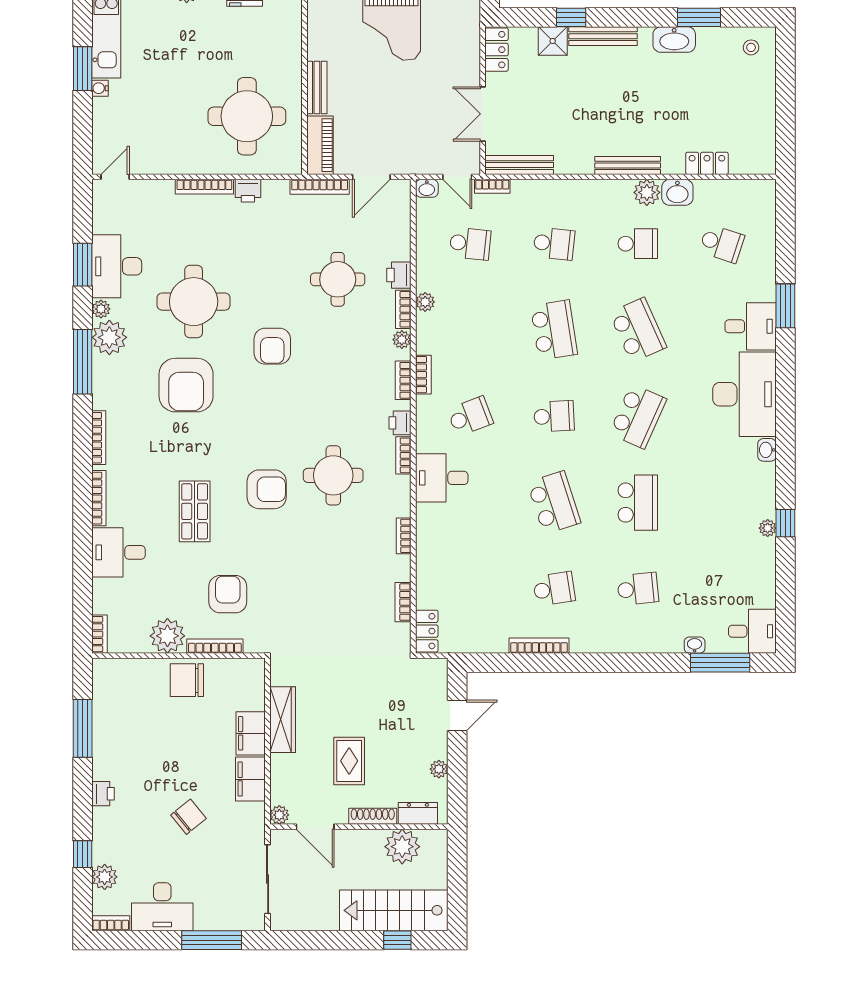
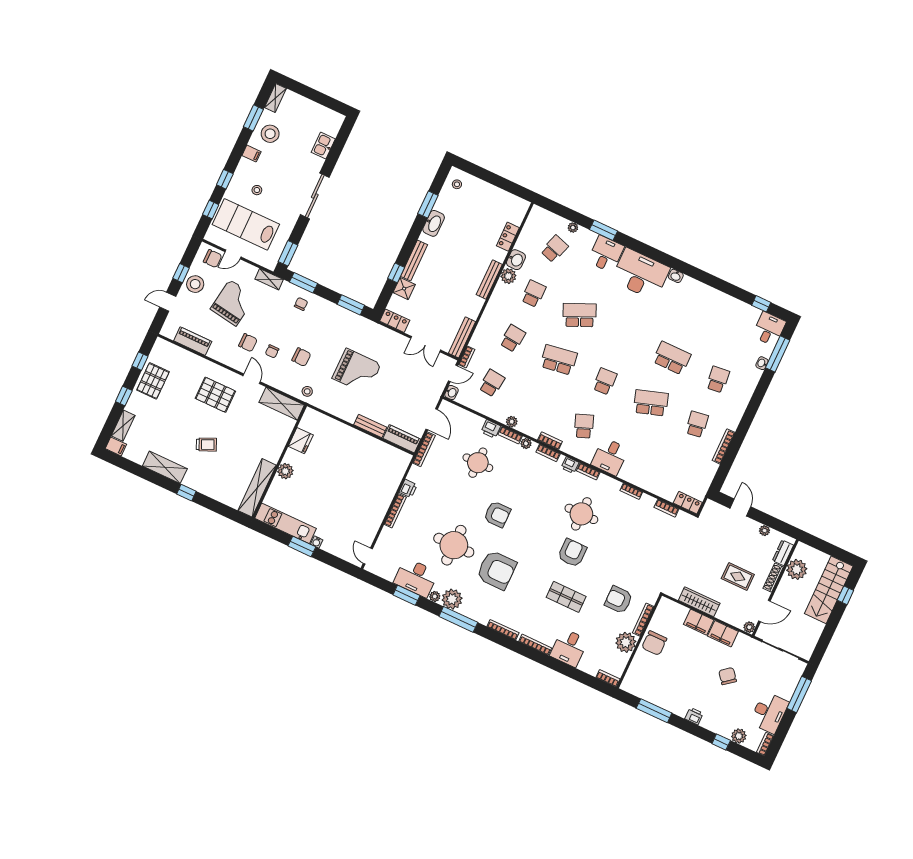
round table: (247, 116) -> (368, 471), removed
school desk: (638, 416) -> (626, 337), removed
window: (785, 523) -> (761, 304), moved
plant: (768, 528) -> (573, 228), moved

